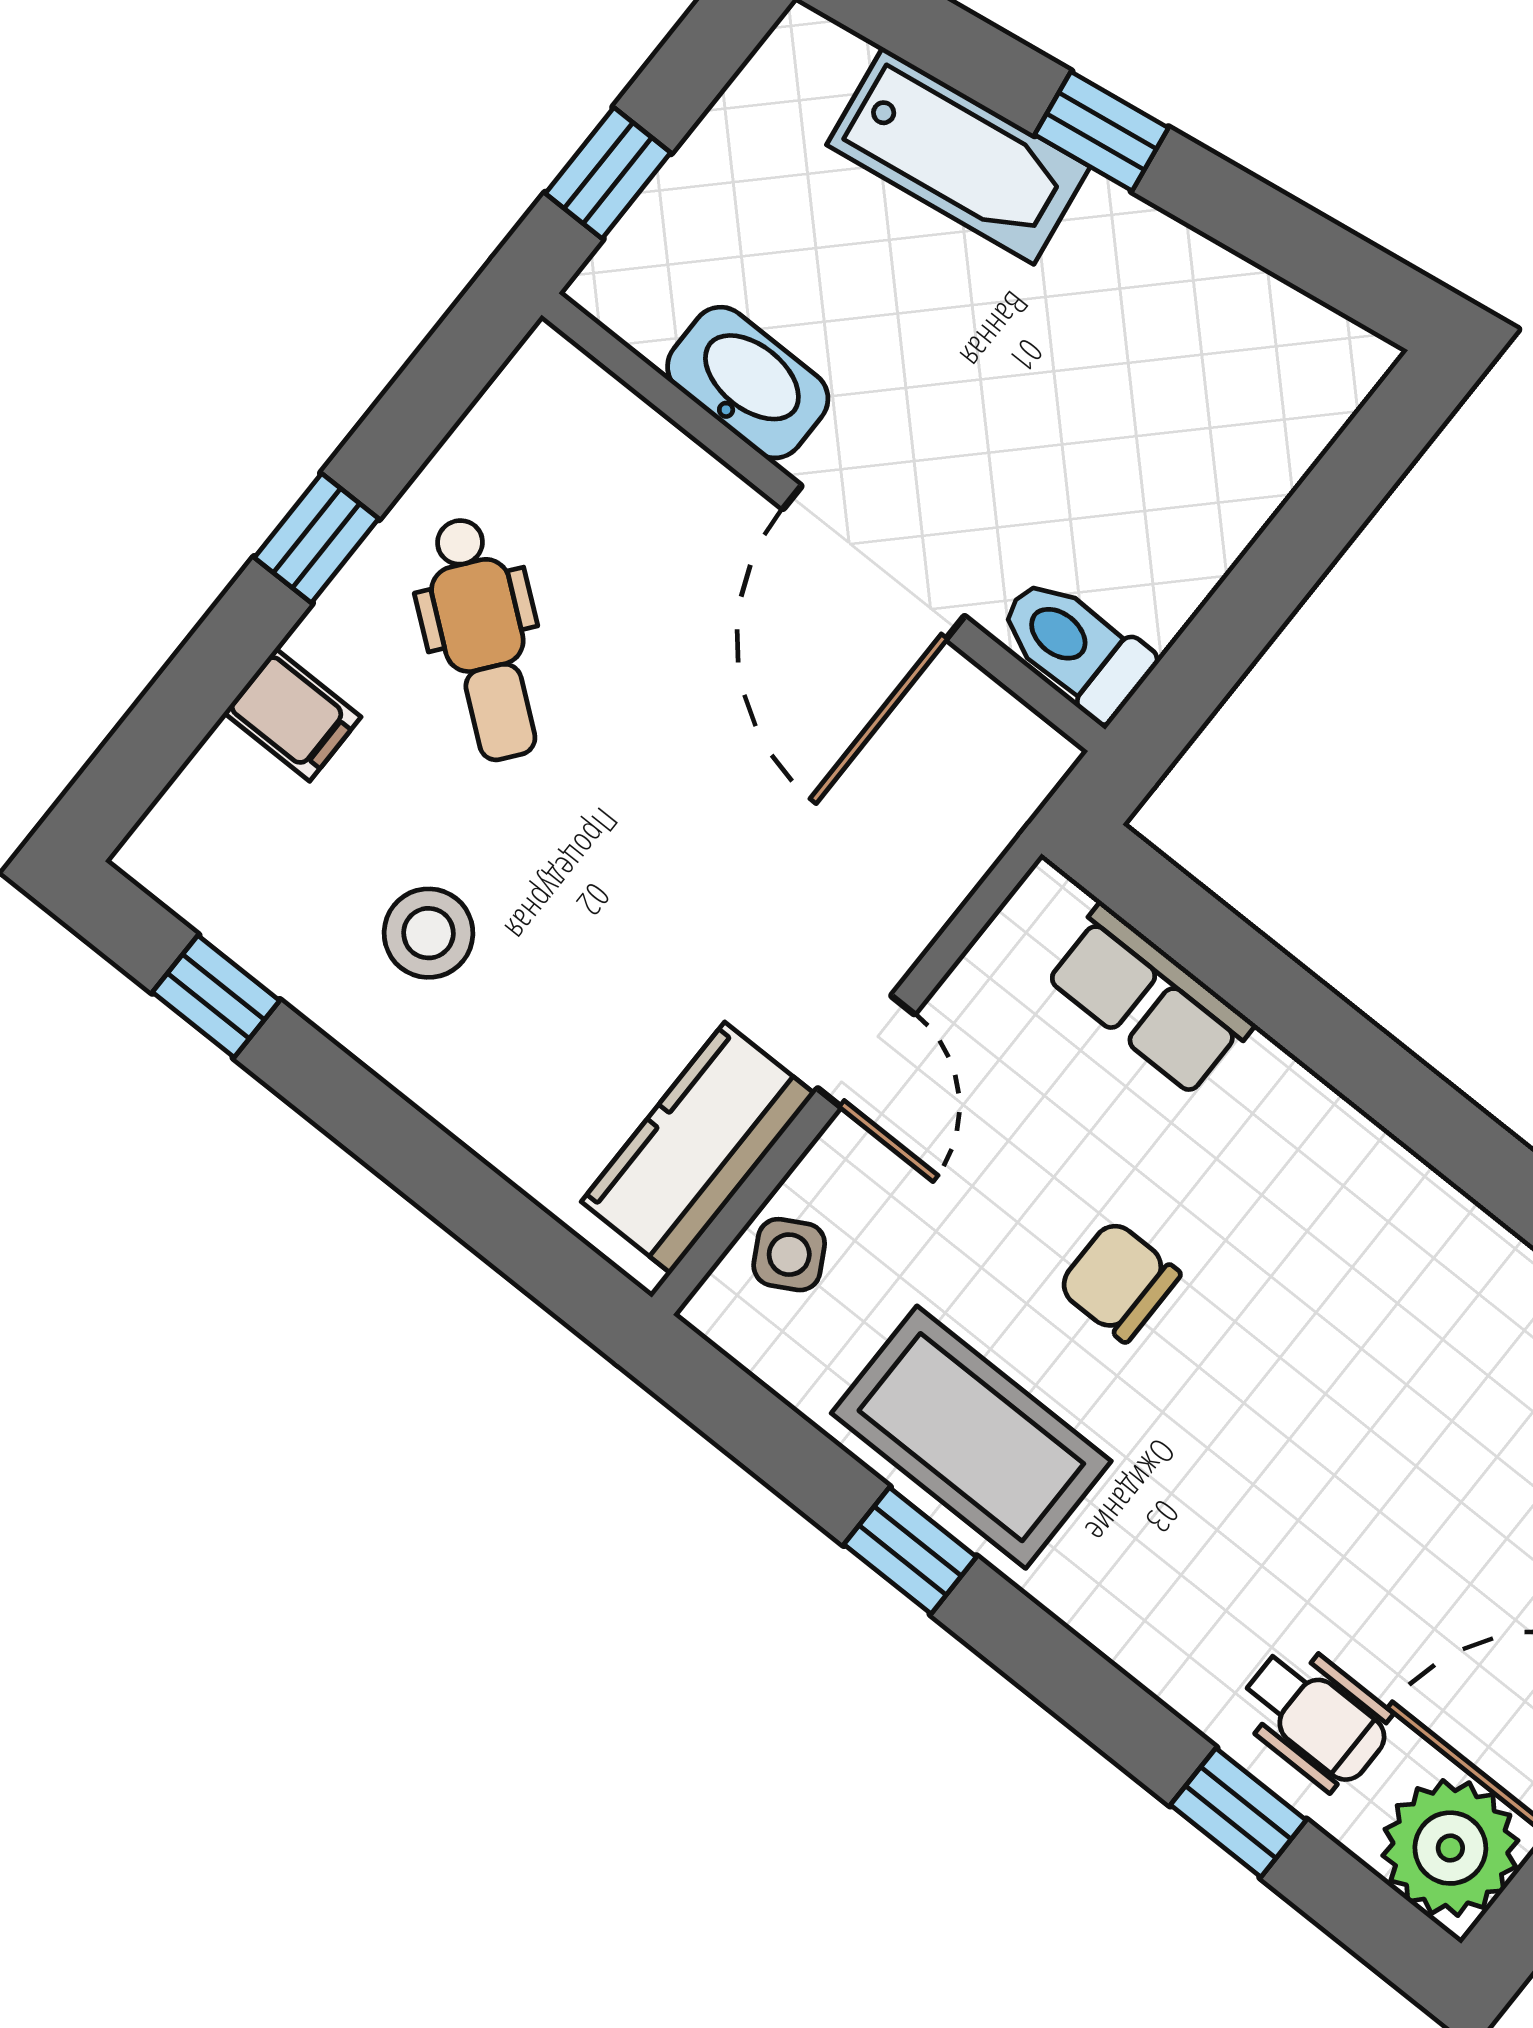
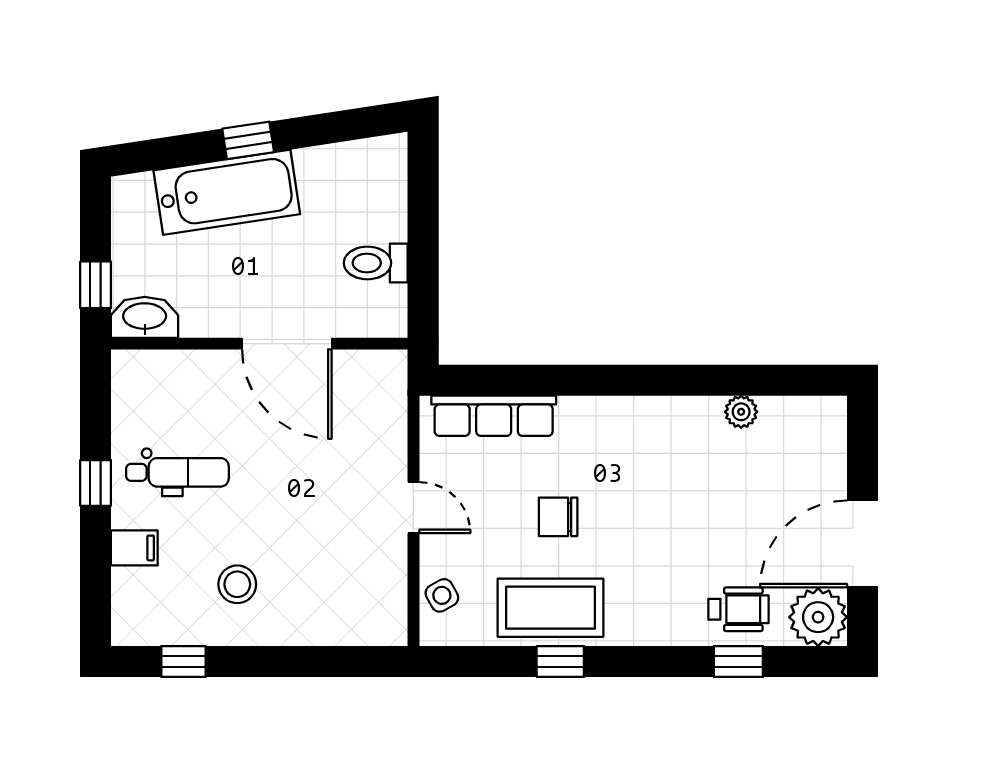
bathtub: (958, 156) -> (227, 192), width x1.36, depth x1.36
washbasin: (748, 383) -> (145, 317), moved
dental chair: (483, 639) -> (177, 472), turned -38
toilet: (1075, 647) -> (376, 263), moved
row of seats: (1149, 1000) -> (494, 416), width x1.48
kitchen counter: (698, 1148) -> (383, 584), removed

